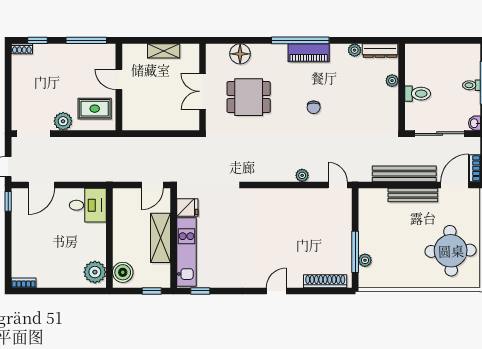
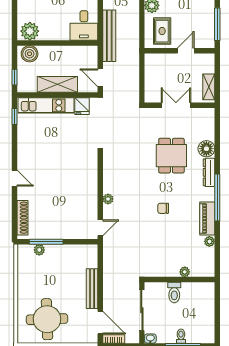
dresser: (380, 51) -> (209, 172), moved
piano: (309, 53) -> (207, 219), moved
wall: (202, 87) -> (180, 105), moved
double door: (202, 91) -> (176, 105), moved
bench: (404, 174) -> (109, 36), moved

